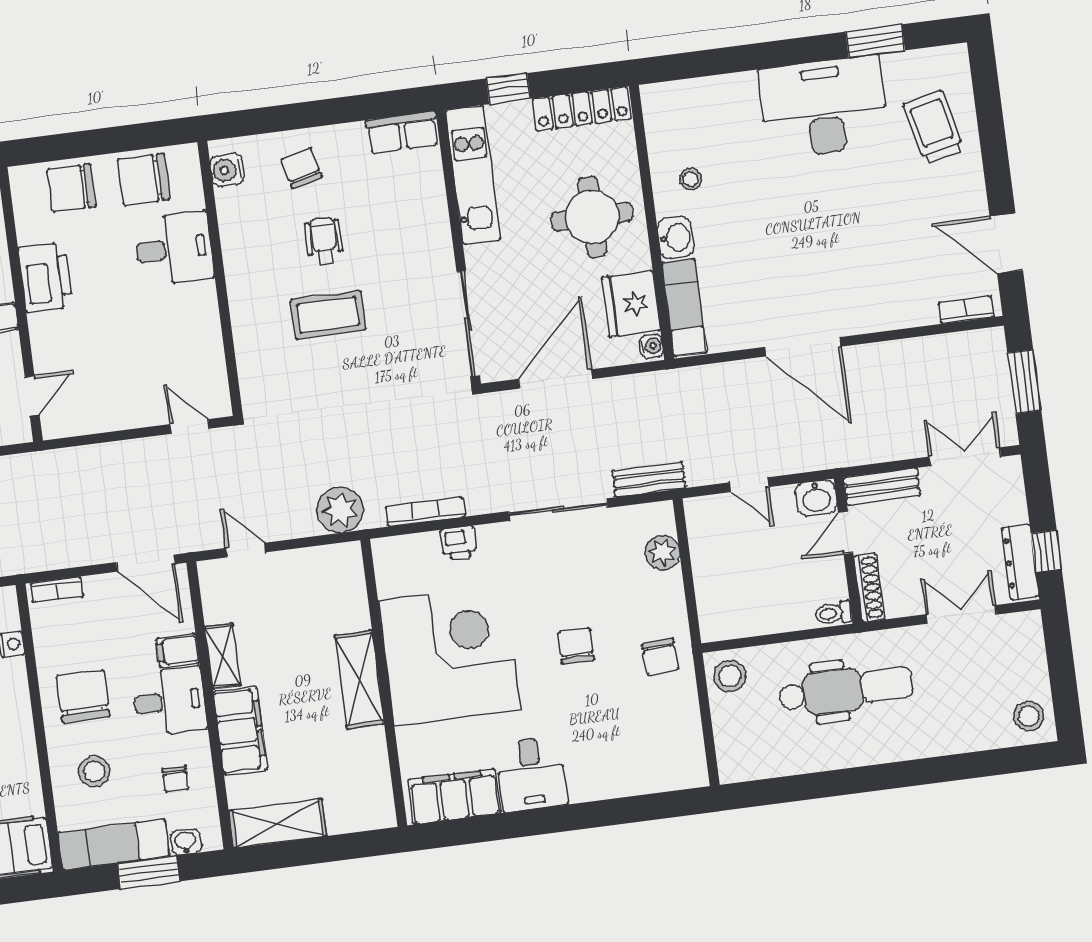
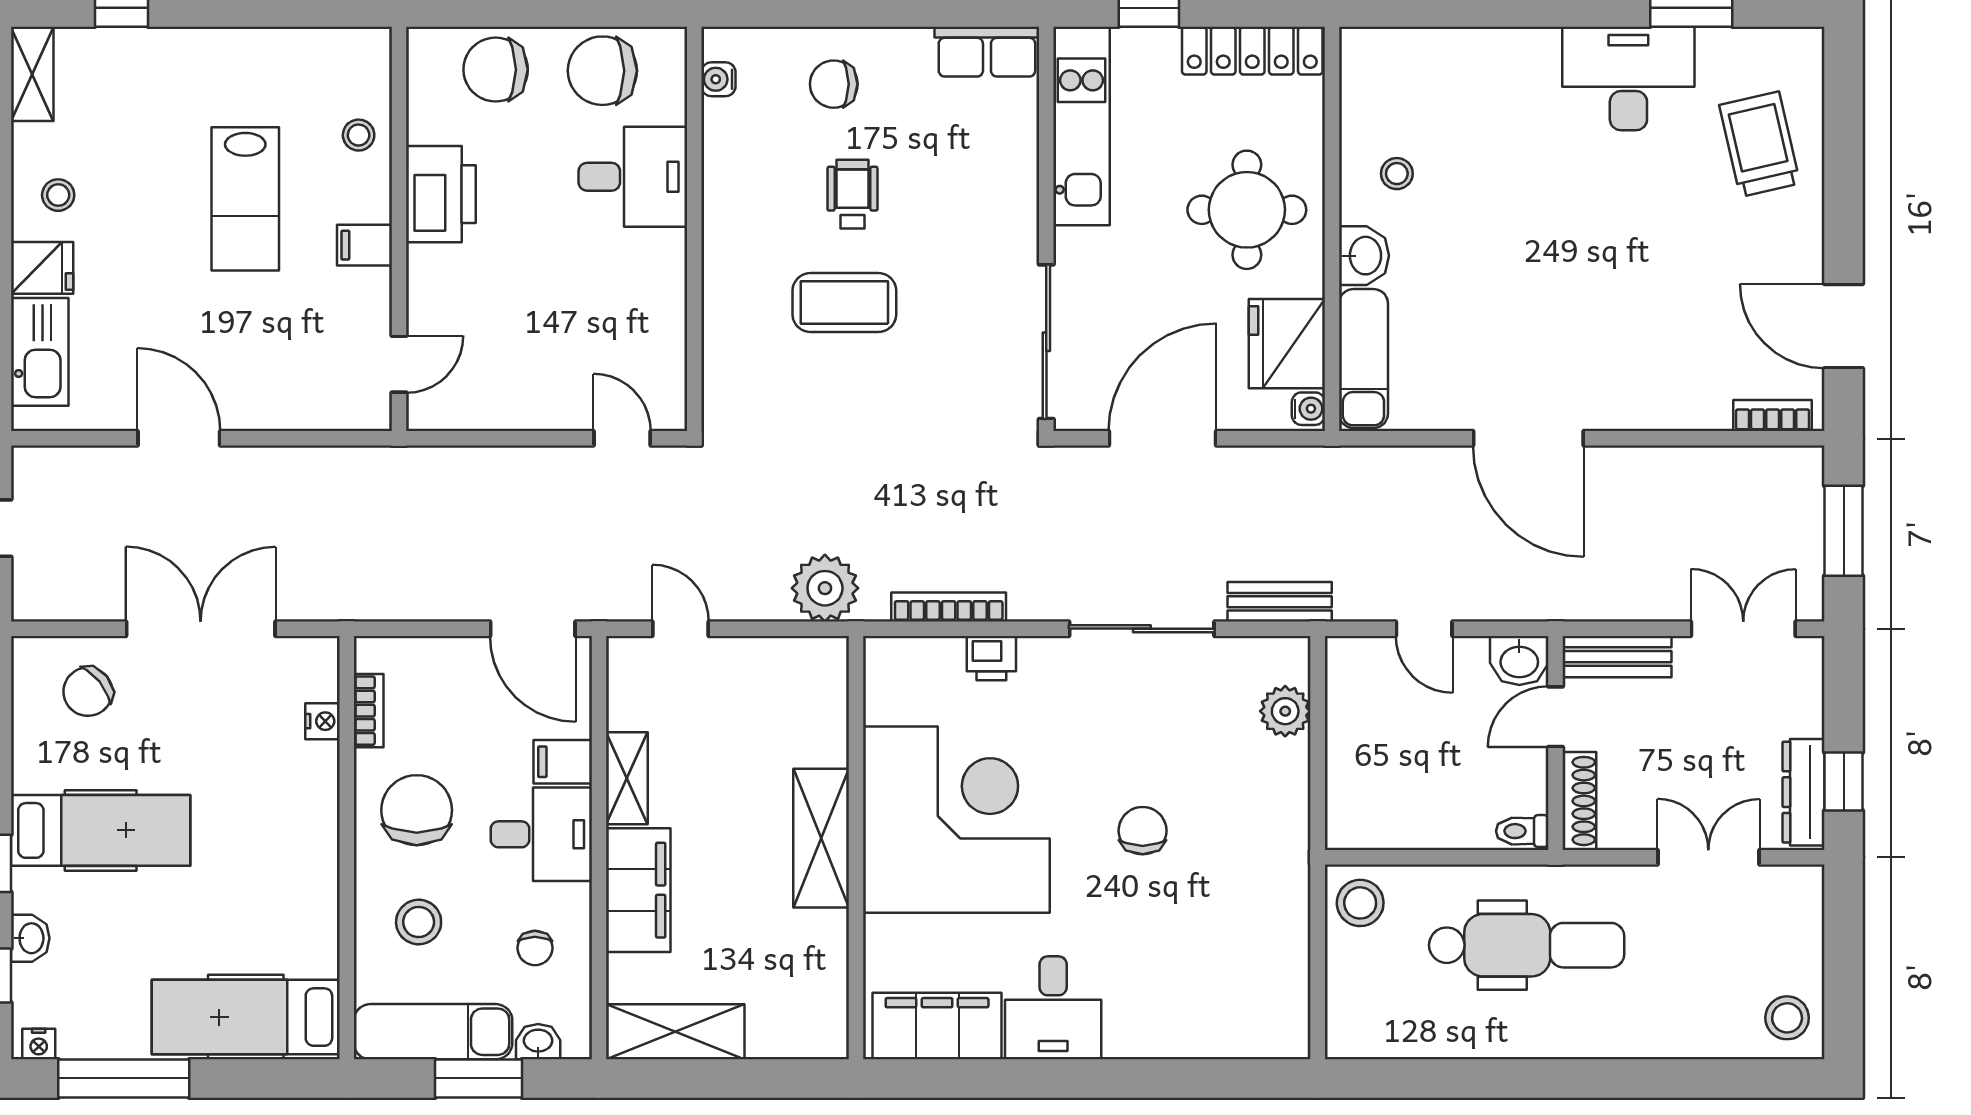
desk: (824, 107) -> (1628, 79), width x0.73, depth x0.77
chair: (302, 168) -> (834, 84), turned -76
water cooler: (227, 170) -> (718, 79), width x0.72, depth x0.72
bookcase: (57, 590) -> (369, 711), moved, turned -90
chair: (660, 657) -> (1263, 862), removed

